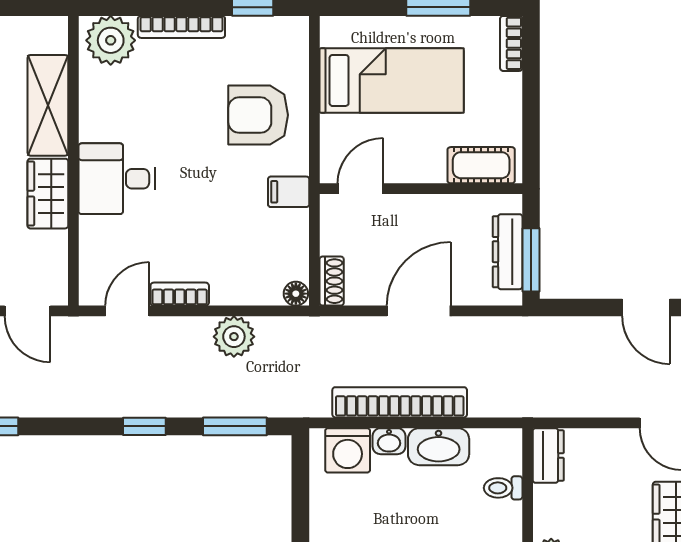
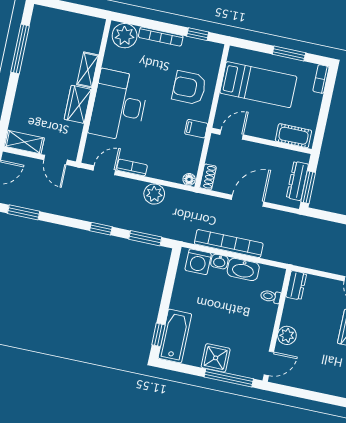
shelving: (48, 105) -> (88, 70), width x0.67, depth x0.75
desk: (117, 179) -> (119, 105), width x1.87, depth x1.30

